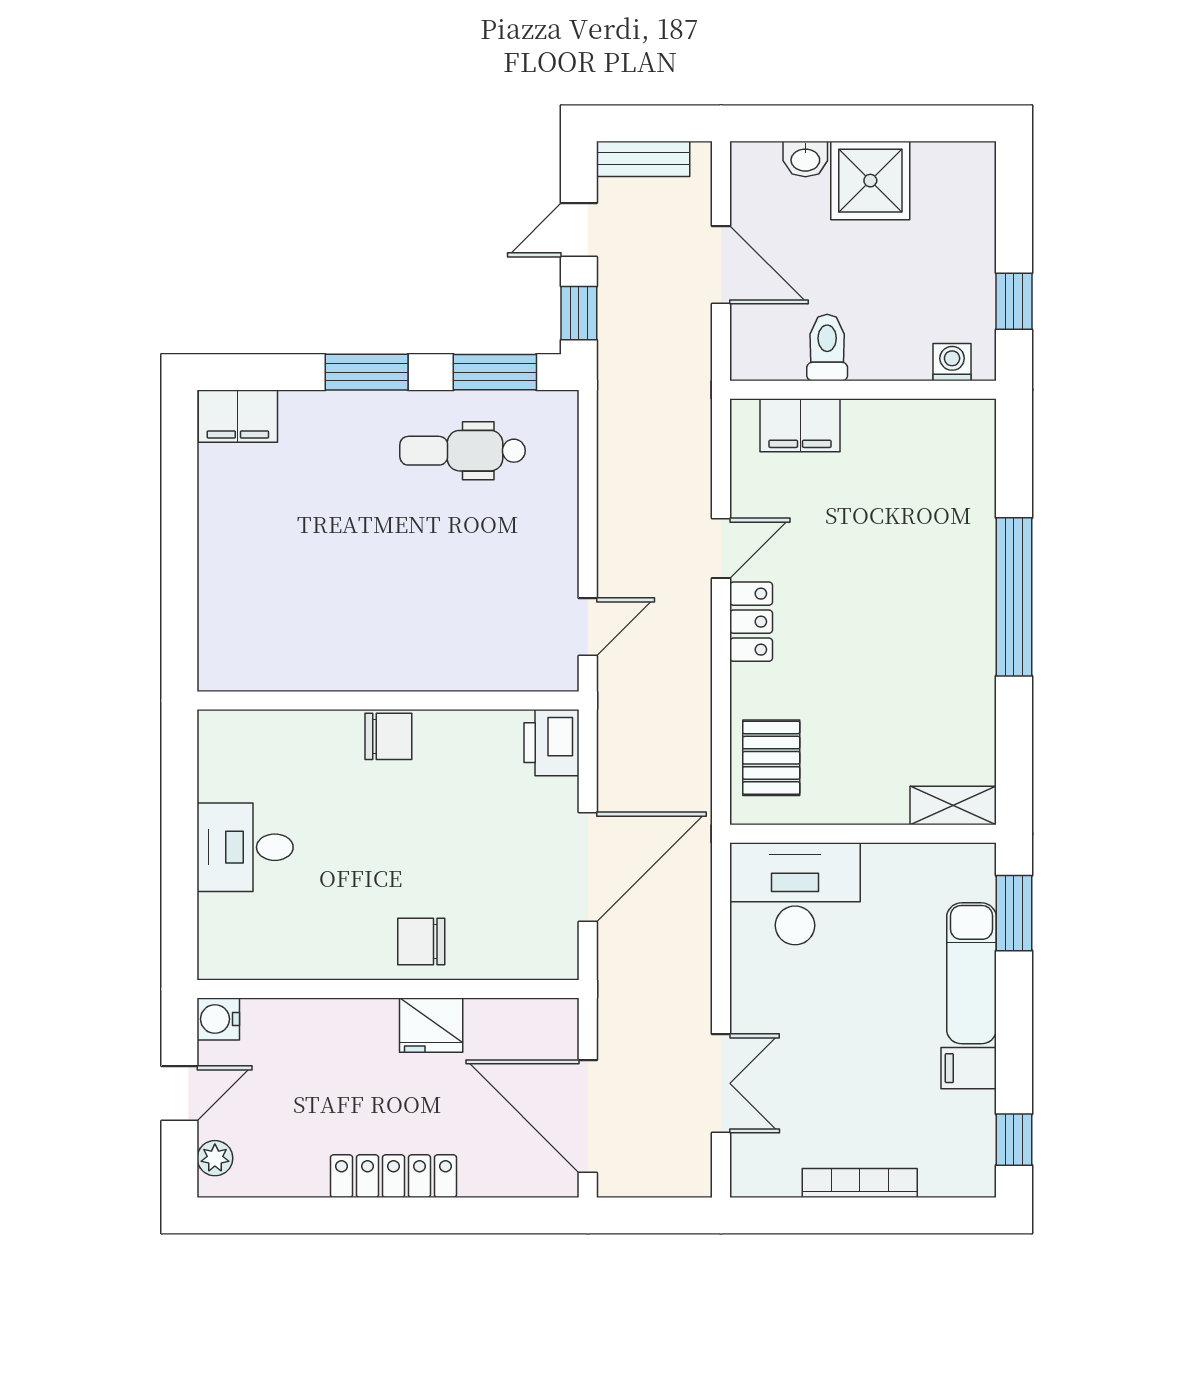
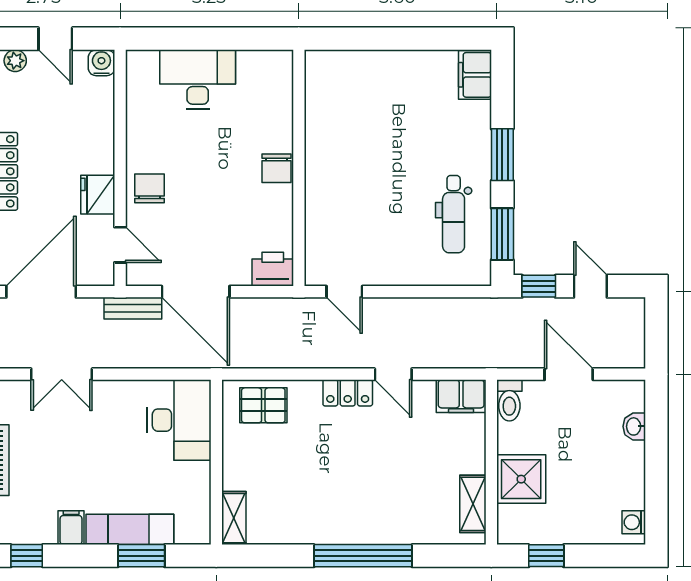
bench: (643, 159) -> (133, 308), moved, turned 90
shower: (870, 181) -> (521, 479), moved
door: (721, 265) -> (569, 374), swing flipped
toilet: (827, 348) -> (509, 400), moved, turned 90
washing machine: (952, 362) -> (634, 522), moved, turned 180
shelving: (930, 420) -> (473, 504), added
filing cabinet: (800, 425) -> (461, 396), moved, turned -90
dental chair: (463, 451) -> (454, 214), turned 180
desk: (245, 847) -> (198, 79), width x1.37
window: (1014, 913) -> (141, 556), moved
door: (512, 989) -> (120, 245), added

